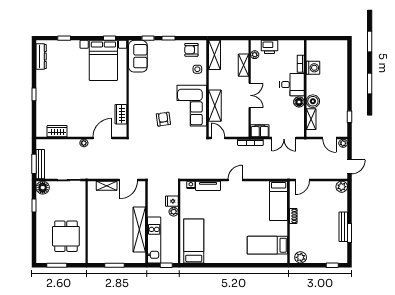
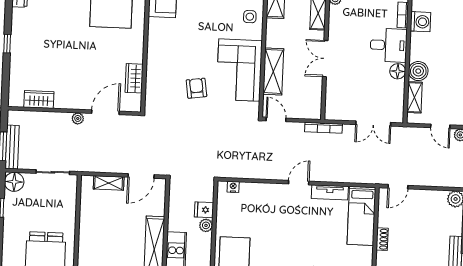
double door: (250, 95) -> (325, 59), swing flipped
filing cabinet: (260, 131) -> (338, 111), removed
tv unit: (208, 186) -> (330, 192), moved

